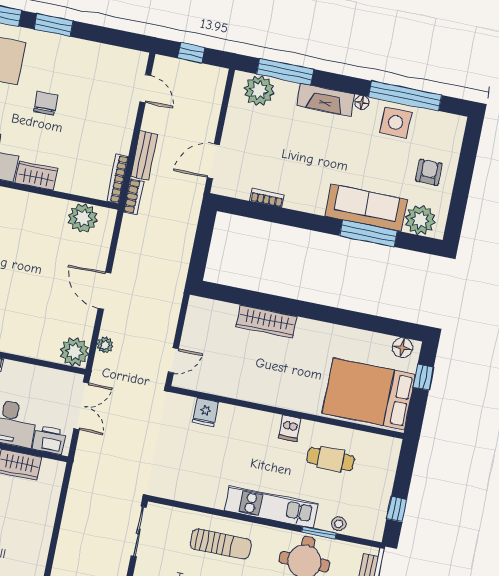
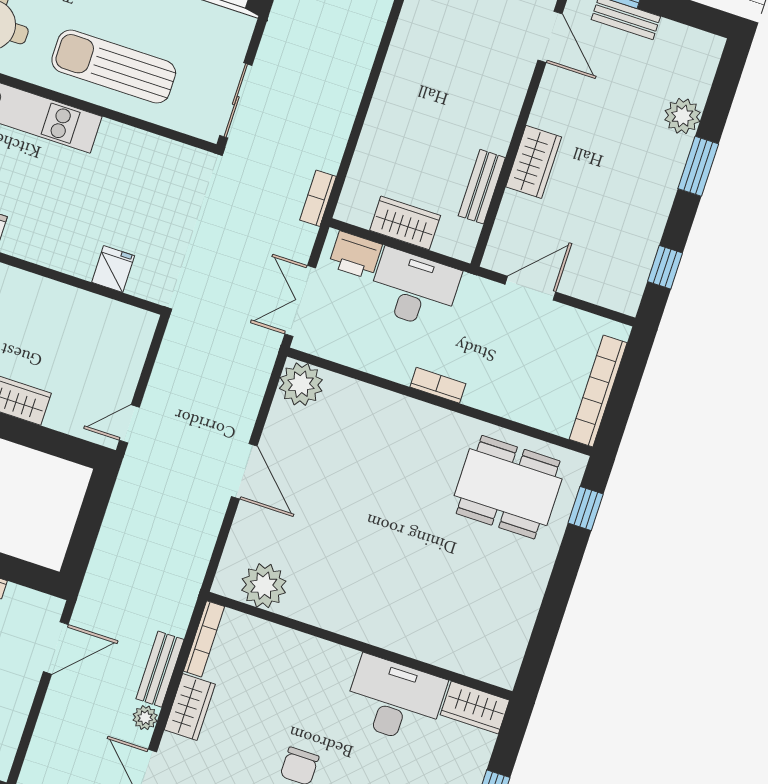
wardrobe: (36, 176) -> (190, 707), moved, turned -90
bookcase: (134, 197) -> (318, 198), moved
plant: (105, 345) -> (145, 718), moved
door: (173, 360) -> (129, 424), moved
sun lounger: (221, 544) -> (114, 67), width x1.36, depth x1.34

